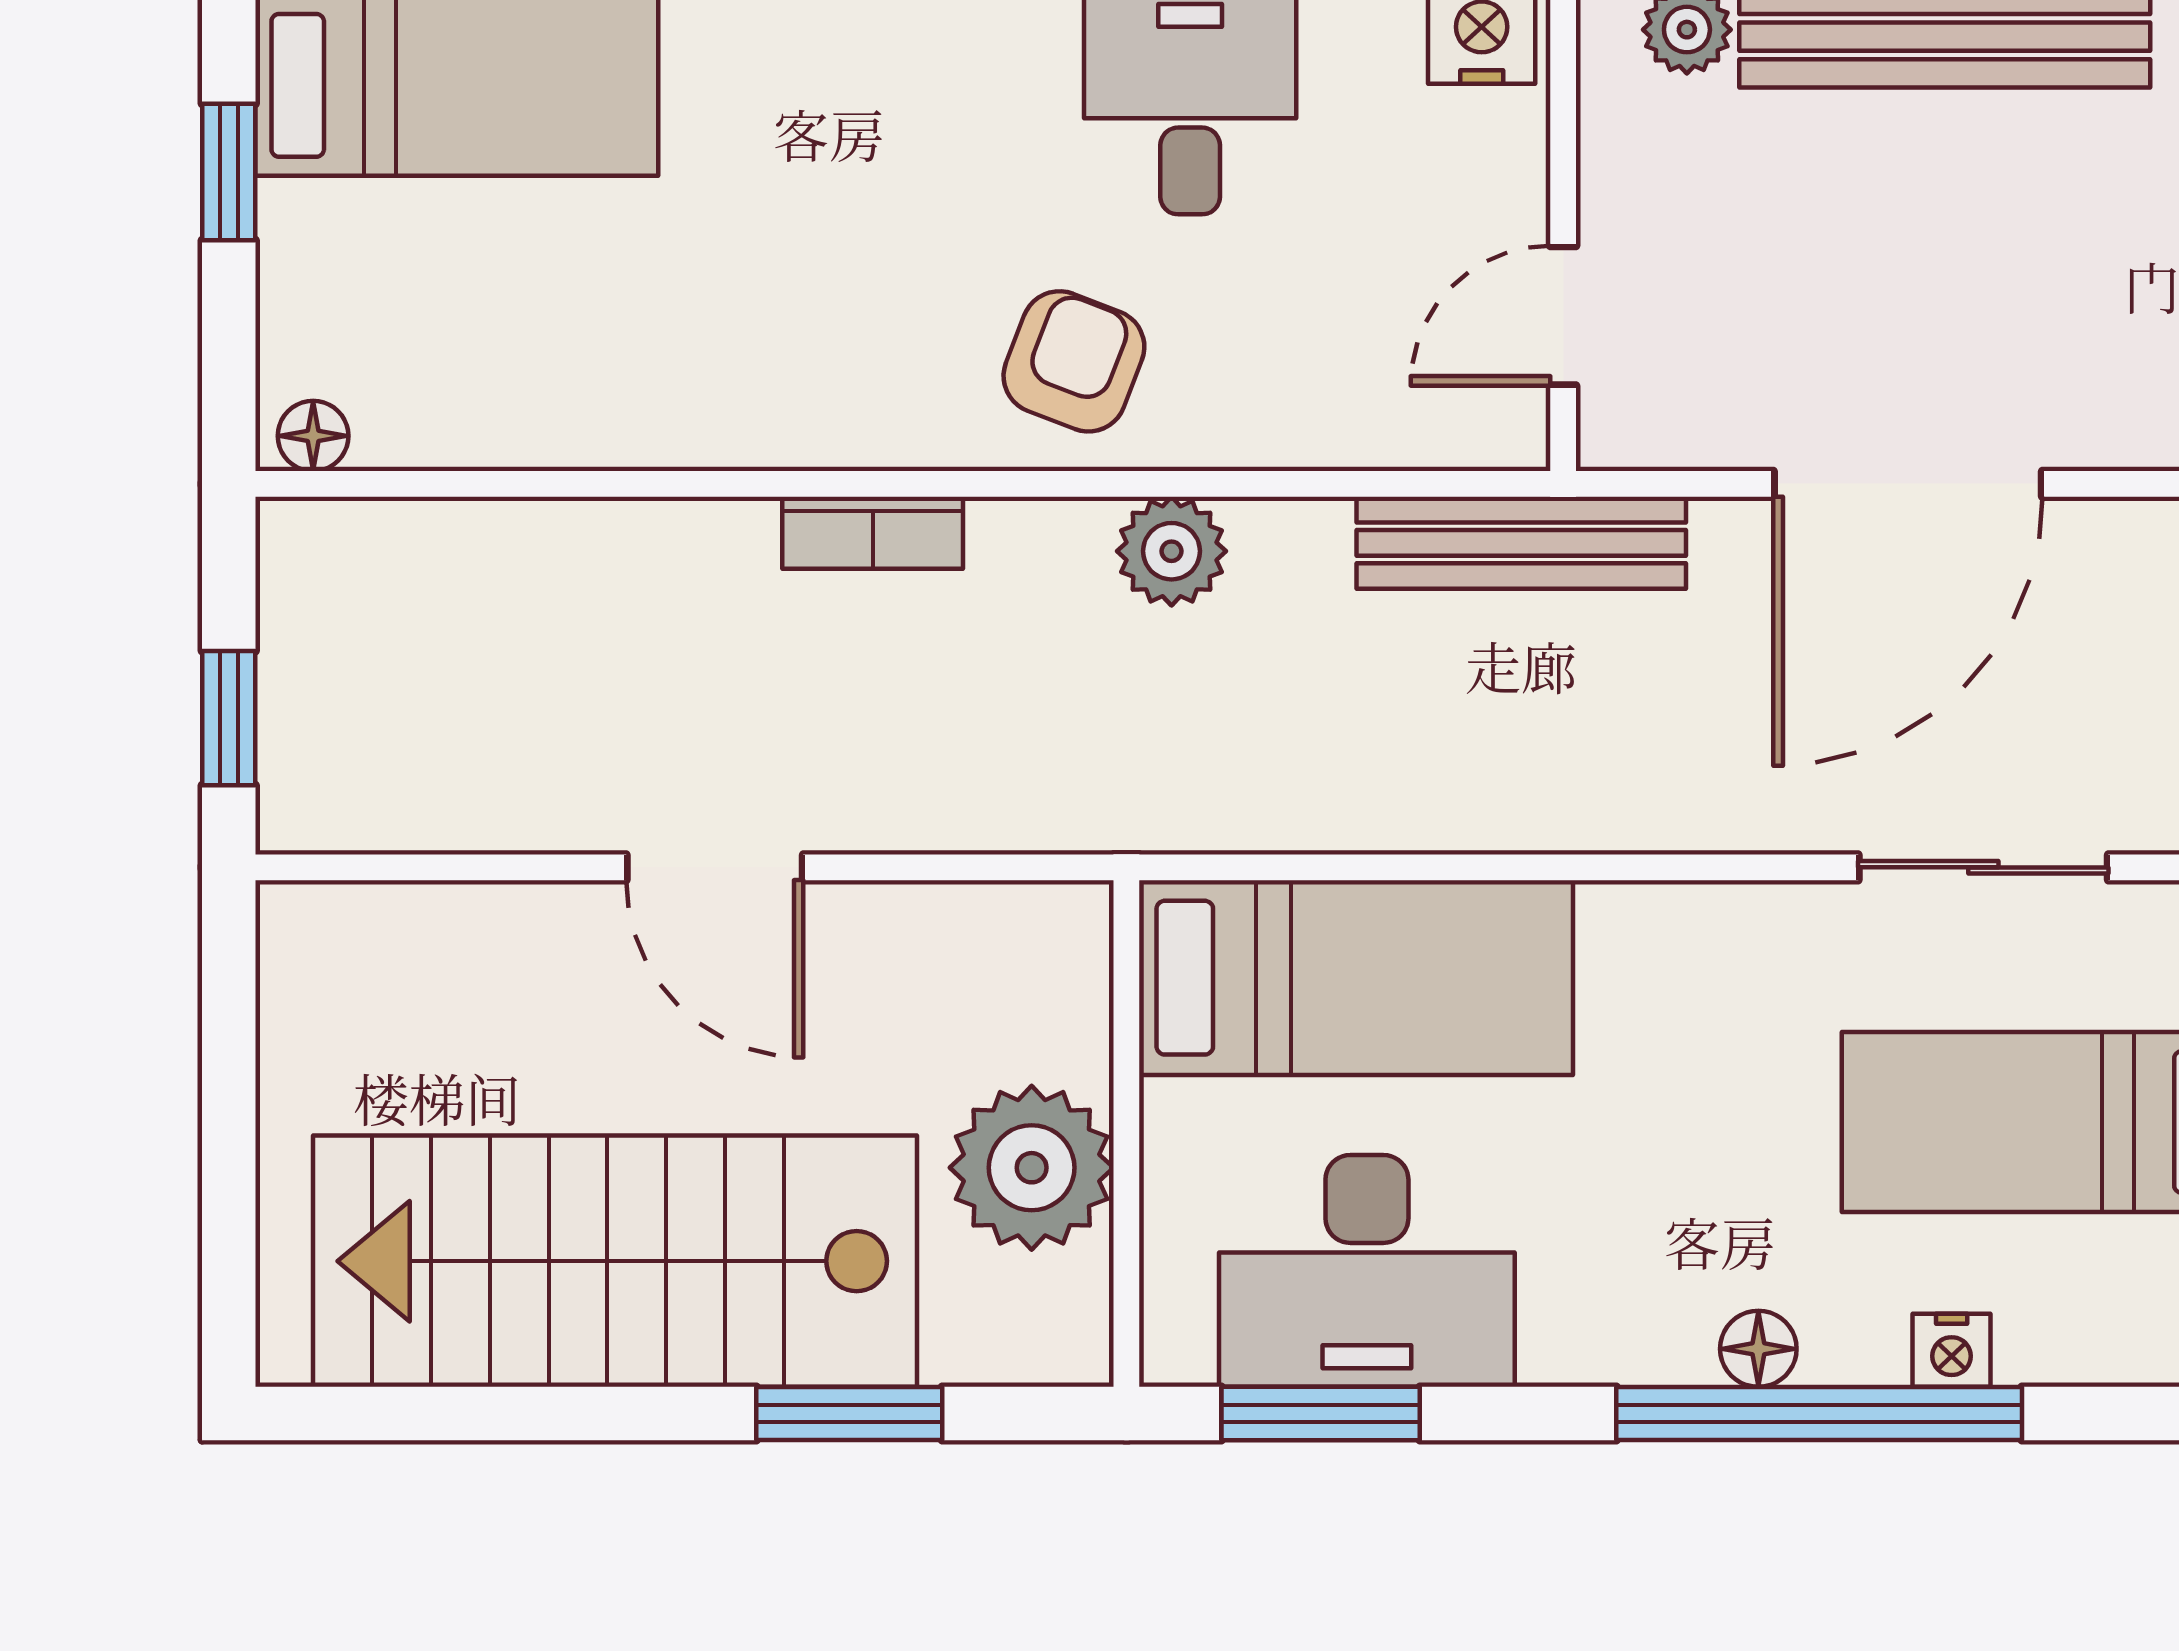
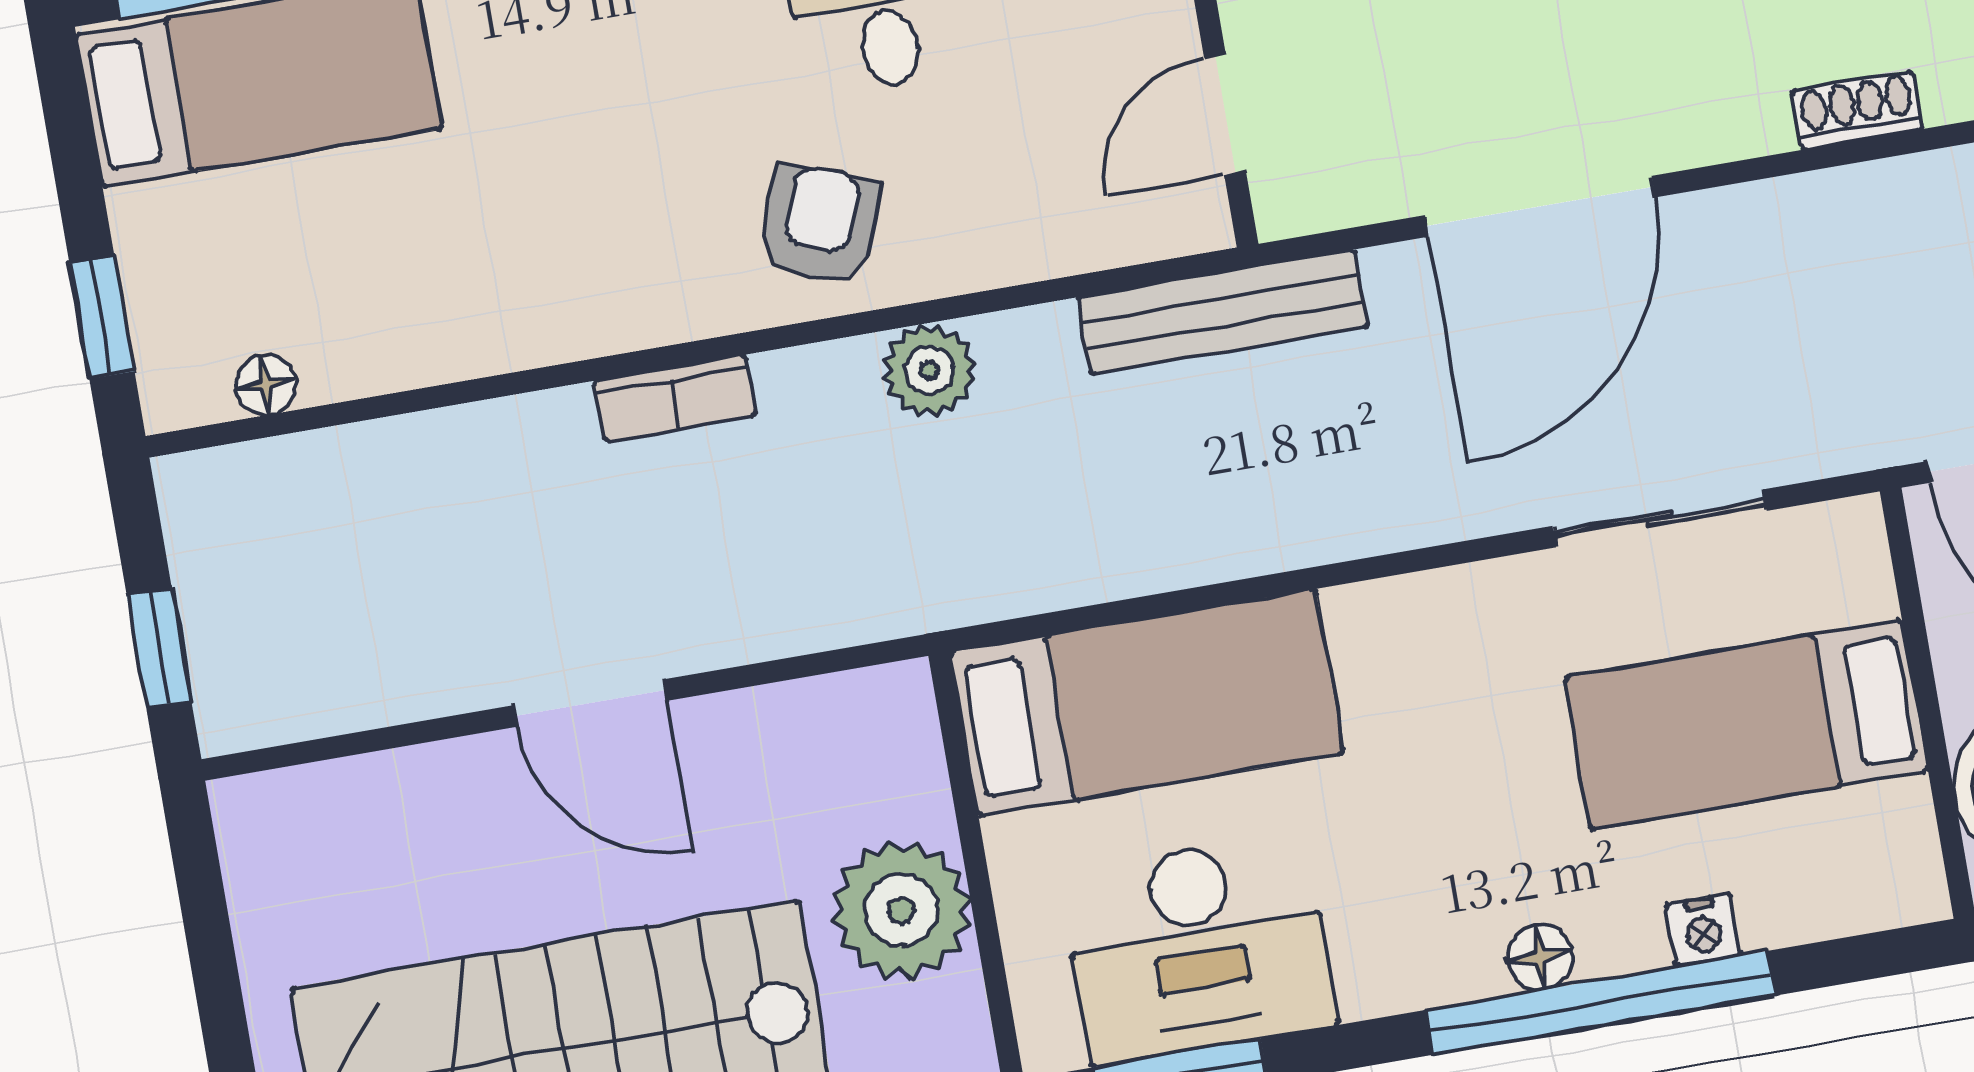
window: (229, 172) -> (102, 318), moved
floor lamp: (313, 436) -> (266, 385), moved

